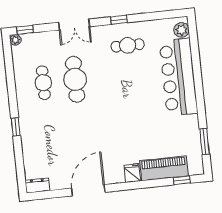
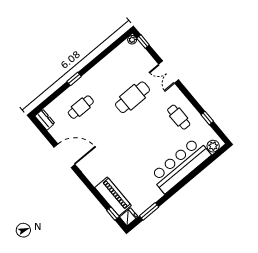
window: (119, 20) -> (207, 118), moved
cafe table: (43, 83) -> (81, 107), moved
fridge: (132, 173) -> (129, 217), moved

